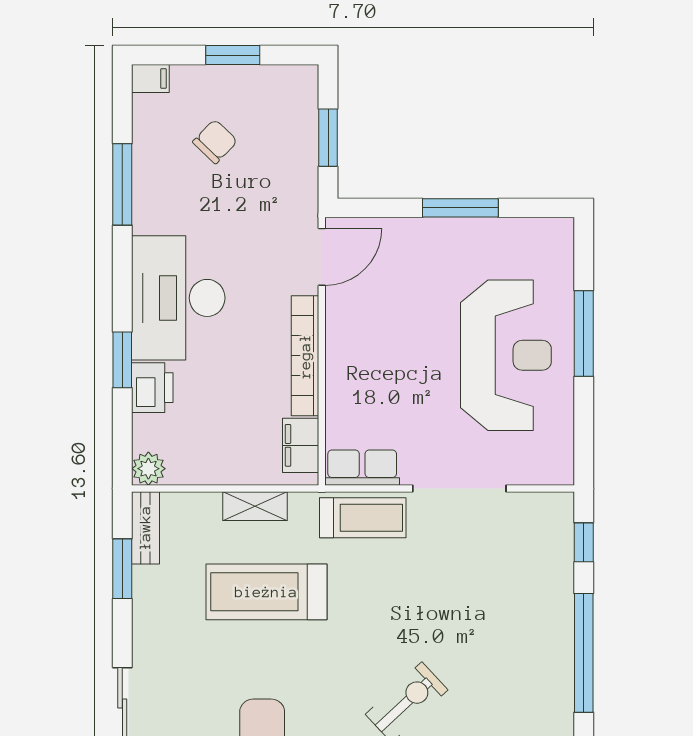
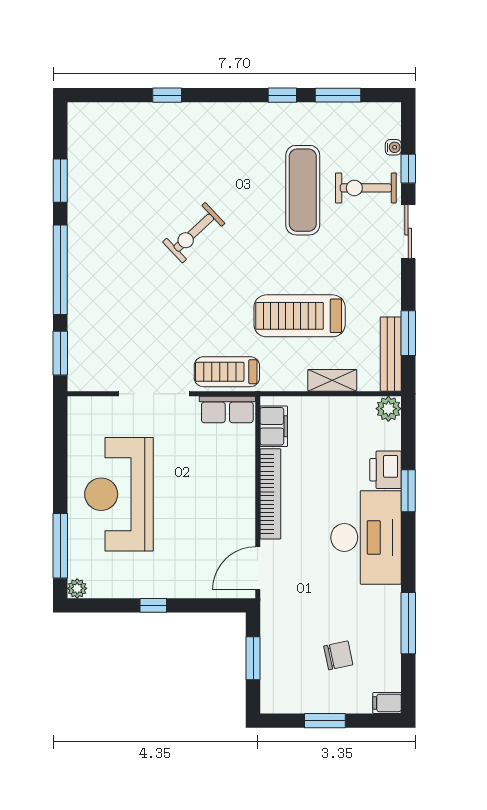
chair: (215, 142) -> (338, 655), turned -146
window: (460, 208) -> (153, 605), width x0.46
plant: (561, 230) -> (77, 588), added
window: (584, 333) -> (60, 546), moved
shelving: (255, 506) -> (332, 380), moved
bench: (145, 528) -> (391, 354), width x1.36
window: (584, 542) -> (60, 353), width x1.50
treadmill: (266, 592) -> (300, 316), turned 180

